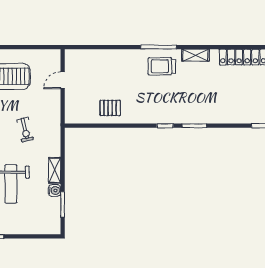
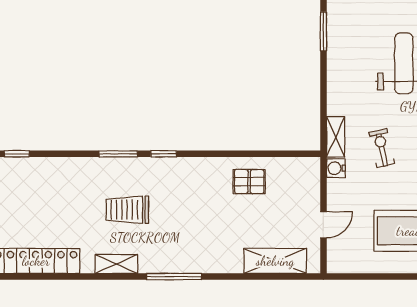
shelving: (93, 57) -> (275, 261), added
trolley: (162, 66) -> (127, 210), moved, turned 180
shelving: (55, 170) -> (336, 137), moved
water cooler: (54, 190) -> (336, 168), moved

